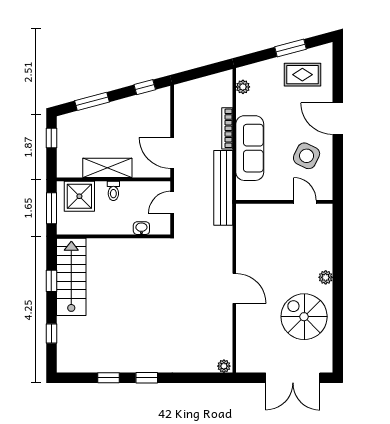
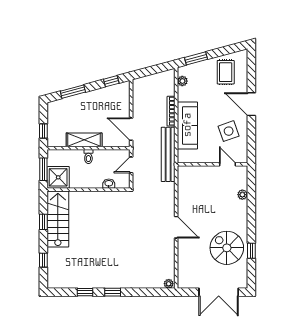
window: (290, 48) -> (196, 58), moved
rug: (302, 75) -> (226, 72), turned 90
window: (51, 138) -> (43, 131), moved
side table: (307, 156) -> (229, 131), turned 45
shower: (79, 196) -> (58, 177), moved
plant: (326, 277) -> (242, 195), moved
window: (338, 321) -> (251, 251), added

